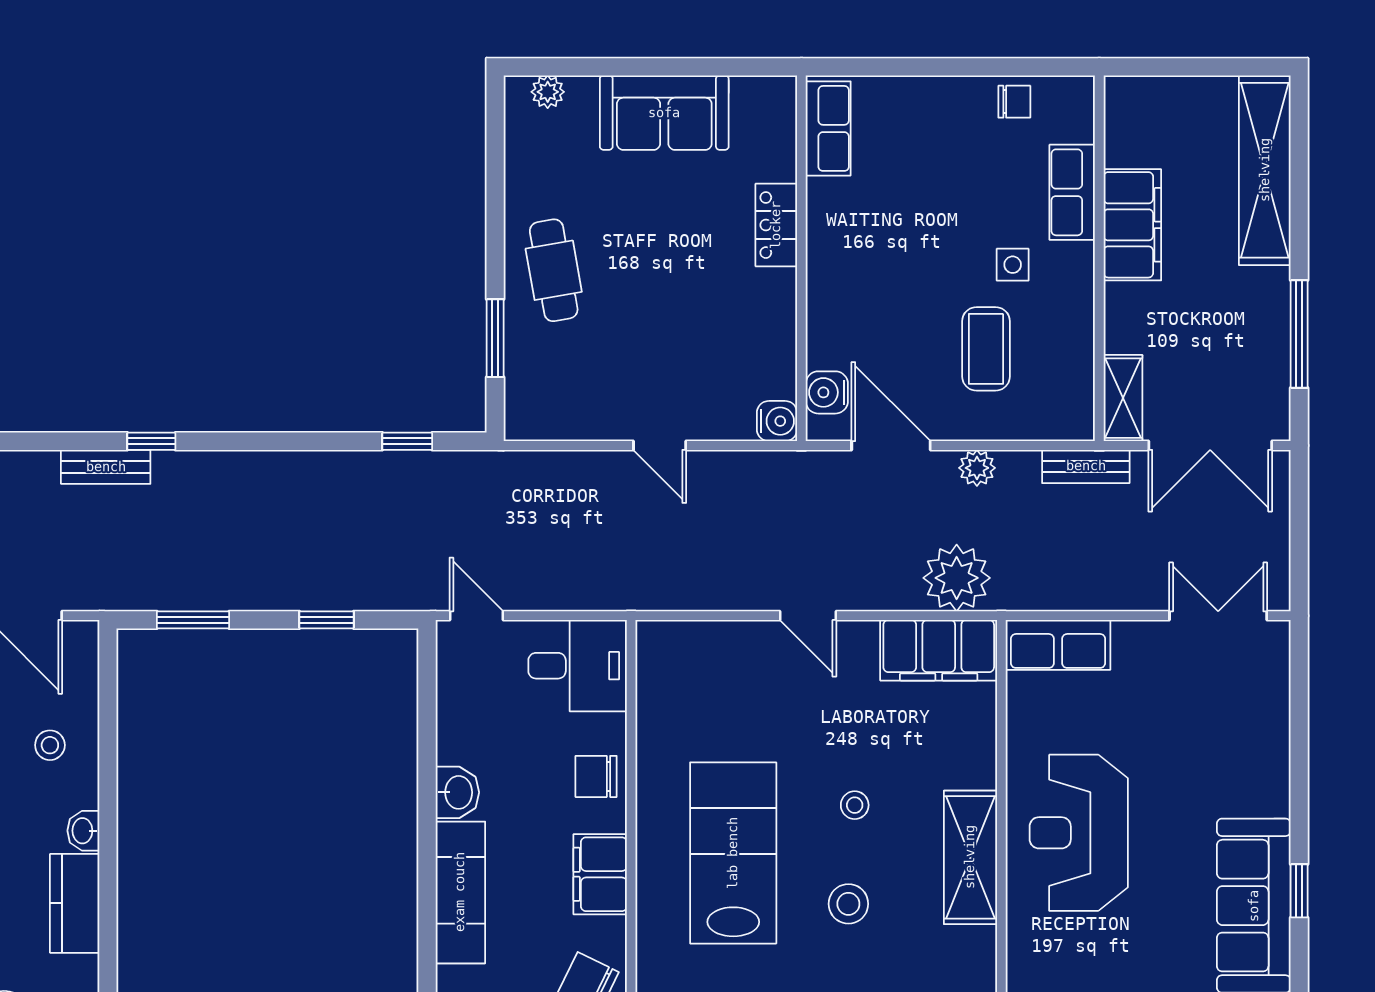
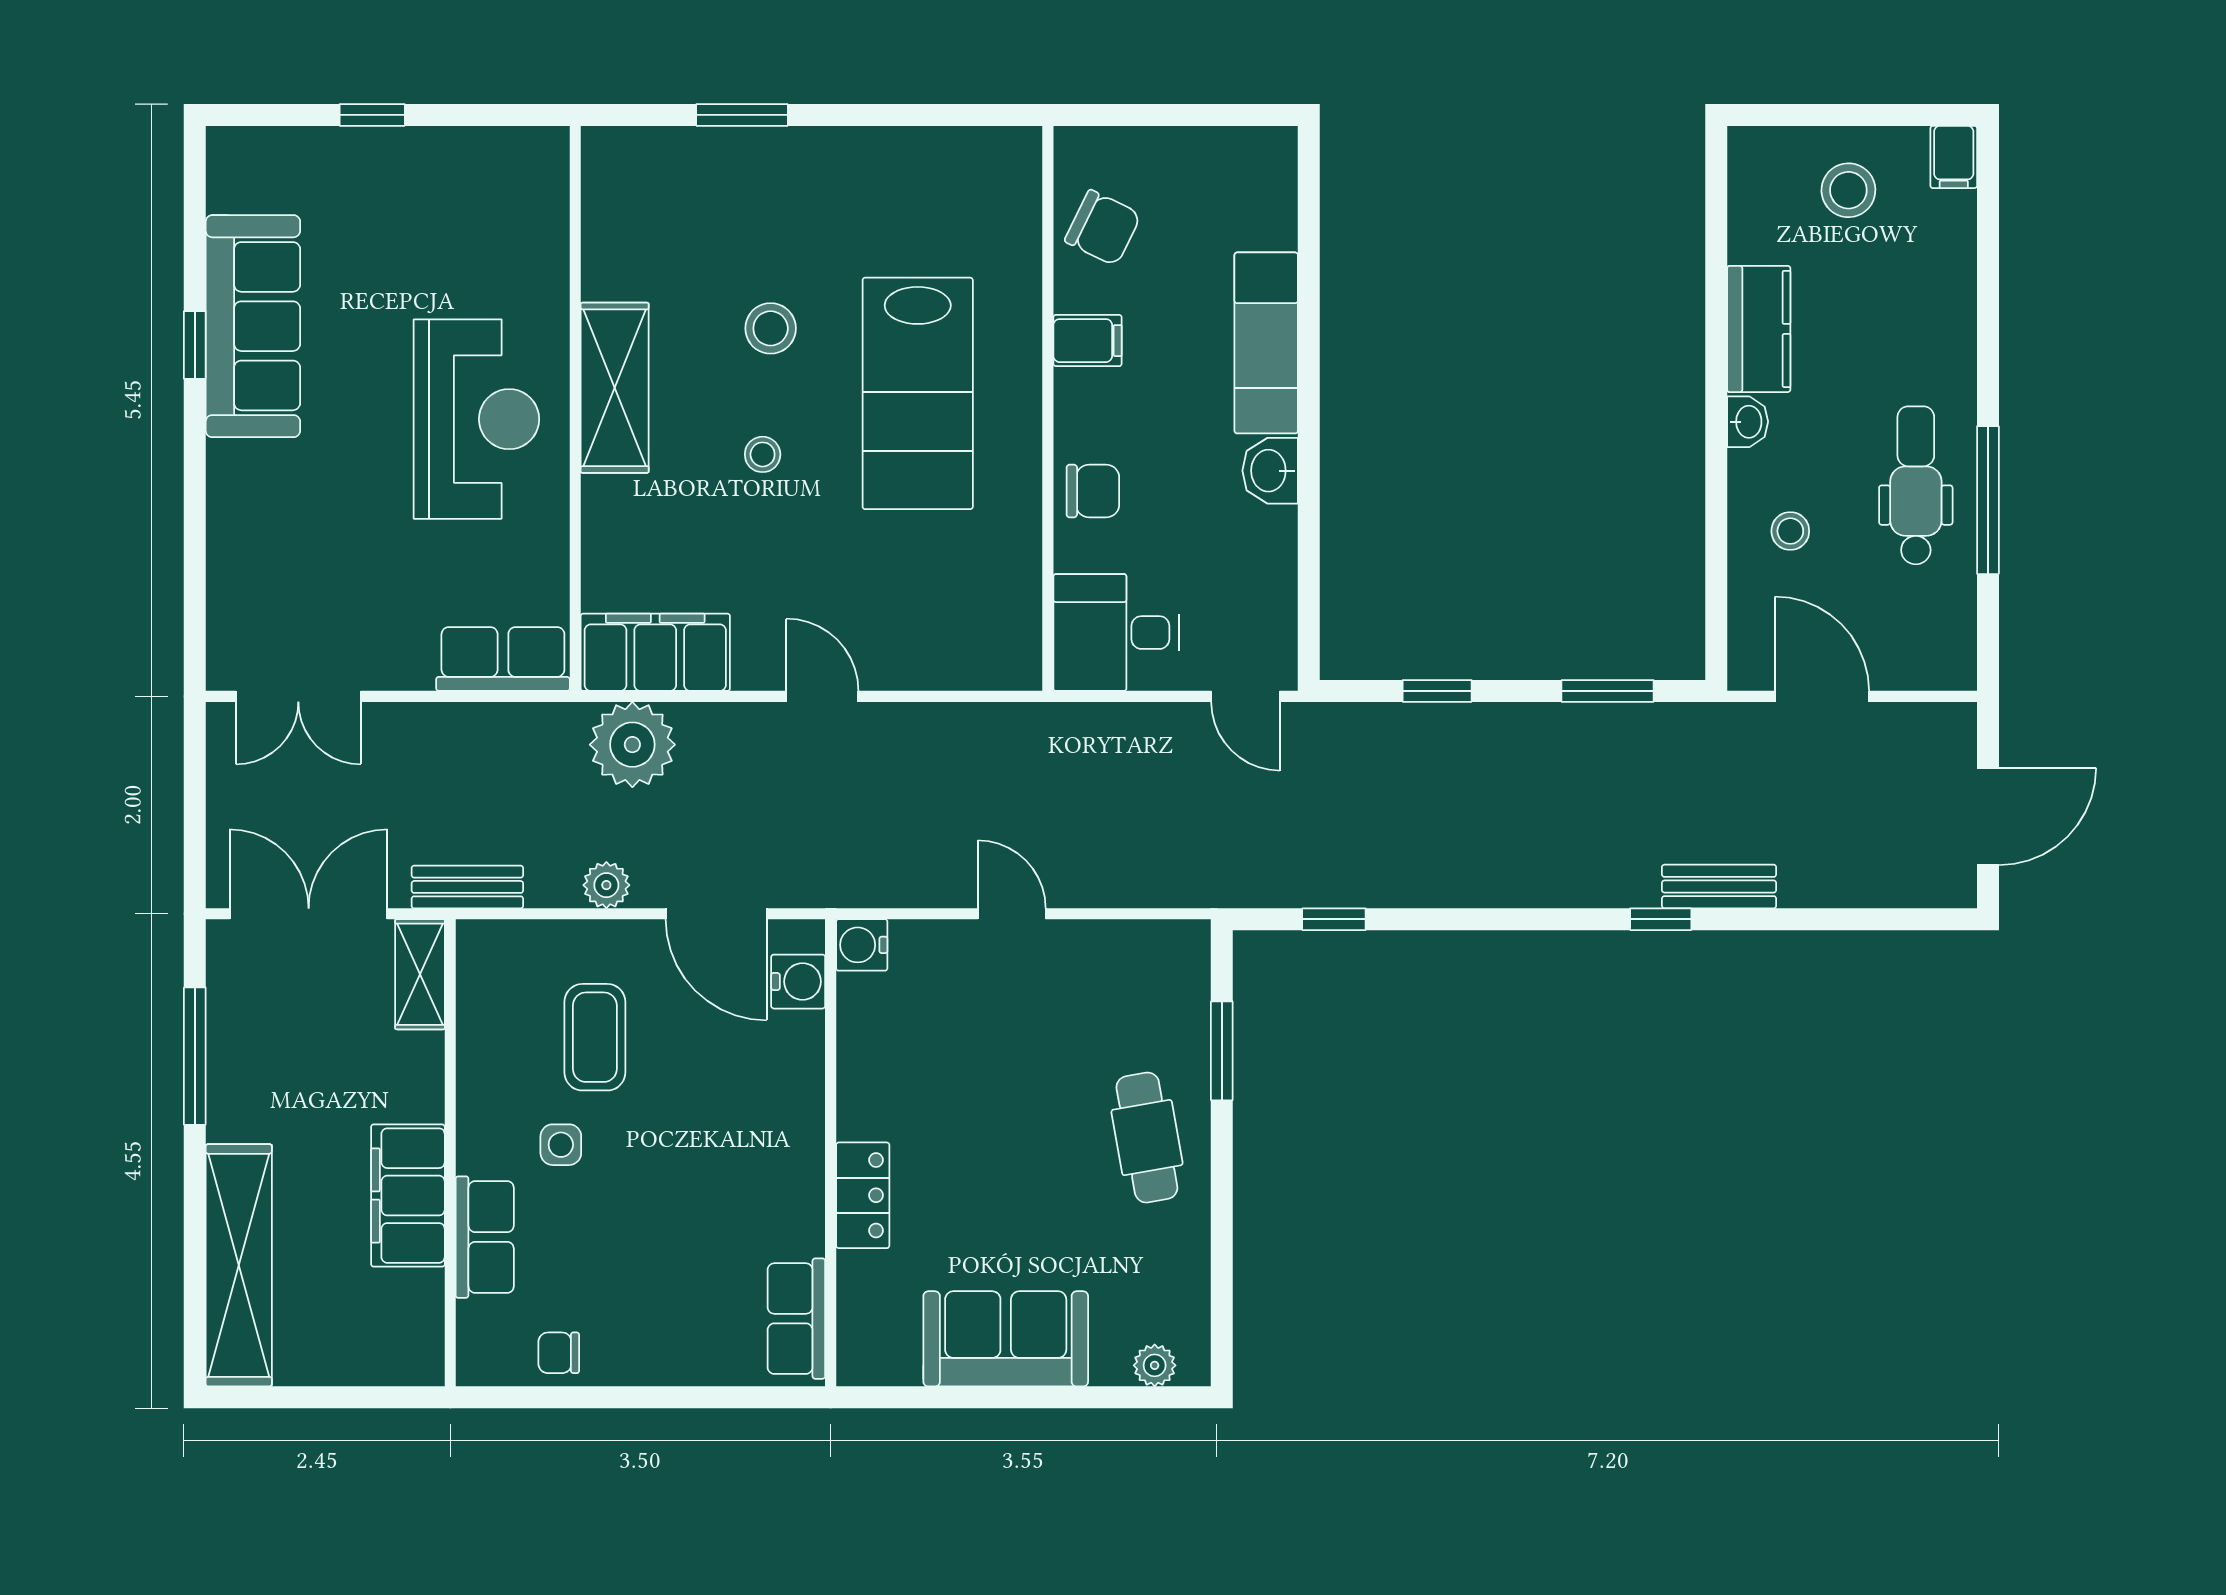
filing cabinet: (600, 874) -> (1088, 341), width x0.50

